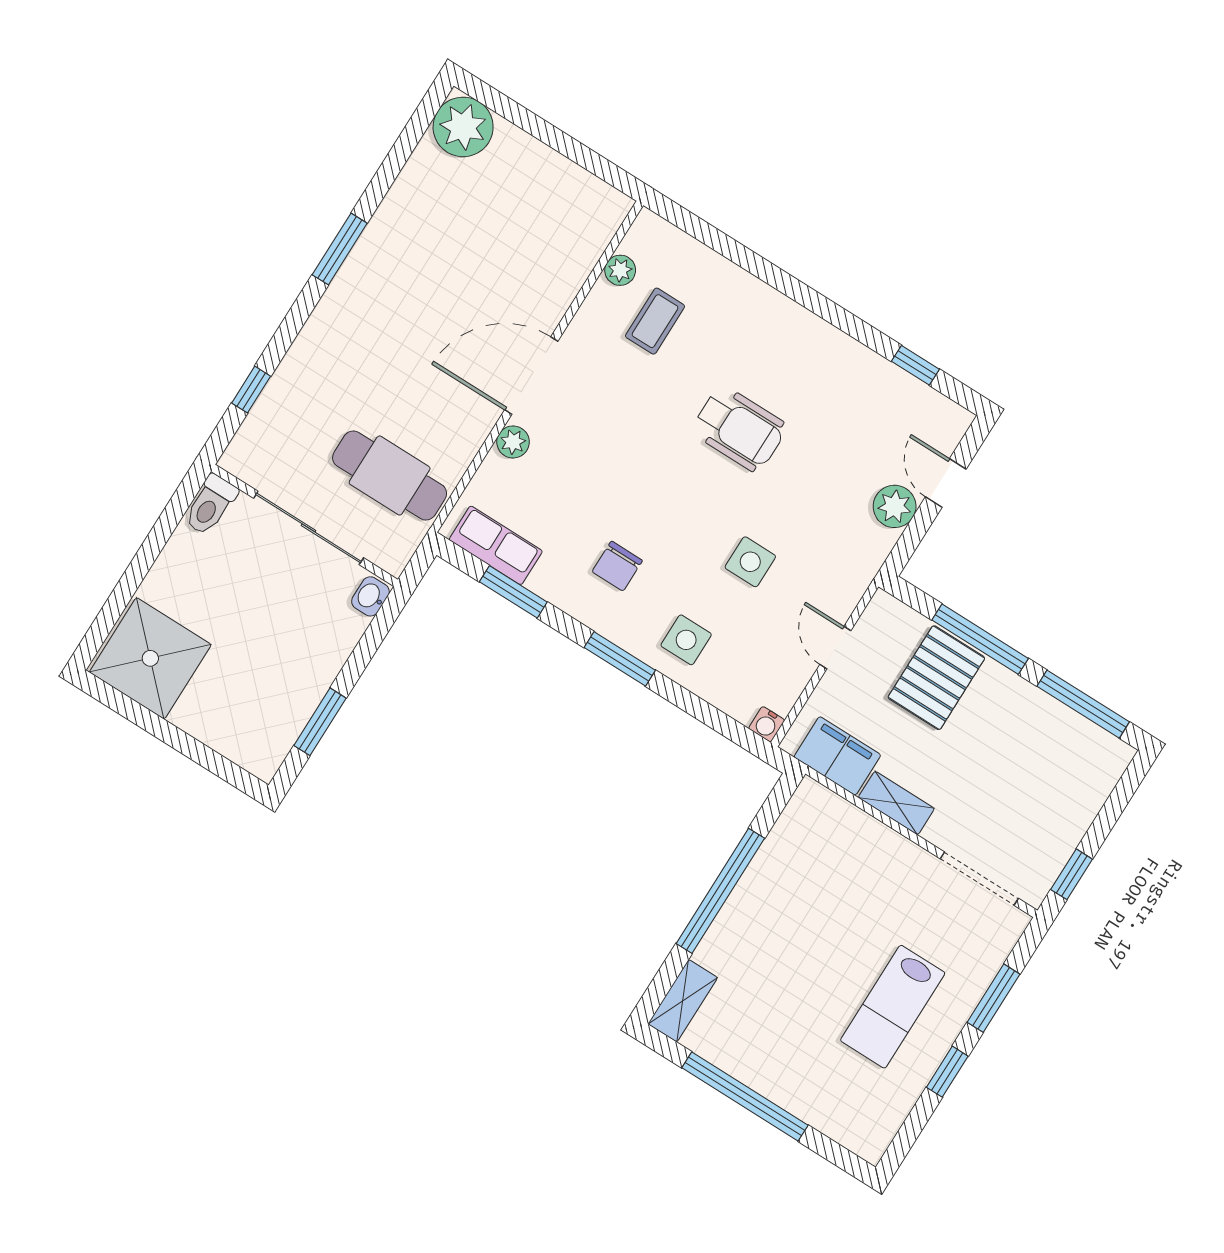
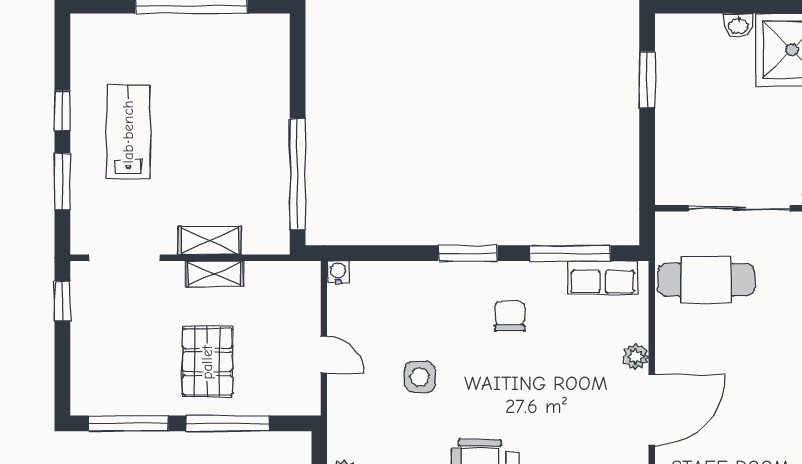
window: (513, 592) -> (570, 253), width x1.44
washbasin: (370, 596) -> (738, 25), moved, turned 90
side table: (686, 640) -> (430, 295), removed
pallet: (936, 678) -> (207, 362), moved
filing cabinet: (837, 756) -> (275, 281), removed
window: (720, 891) -> (298, 174), moved
shelving: (683, 1001) -> (210, 241), moved, turned 90

